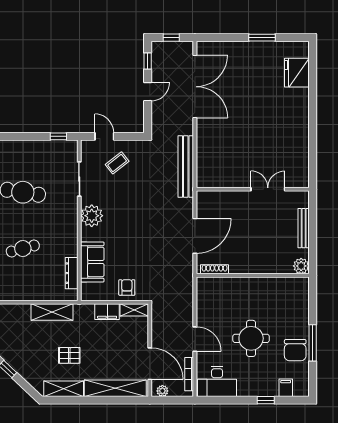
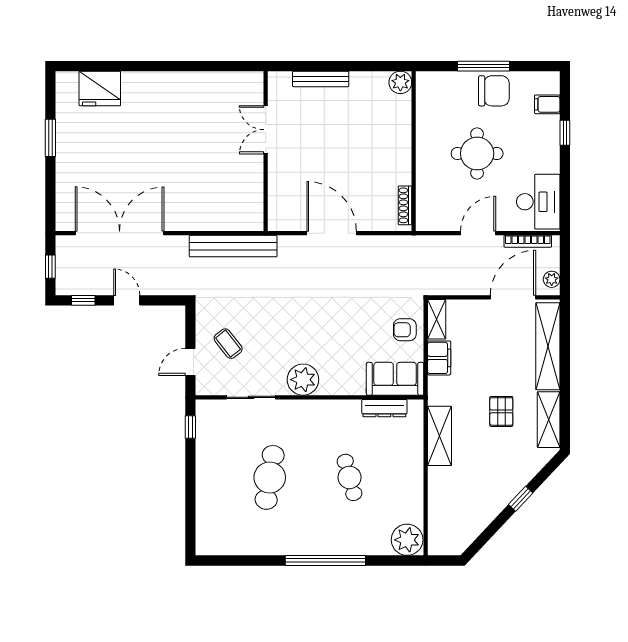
sofa: (92, 262) -> (395, 379), moved
plant: (301, 266) -> (400, 82), moved
shoe rack: (215, 269) -> (405, 205), moved
wall: (253, 275) -> (414, 151), moved

